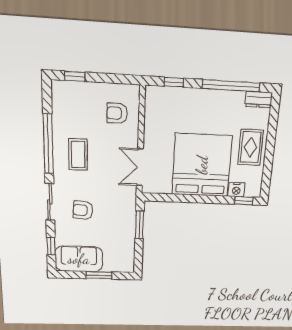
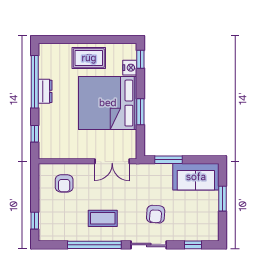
dresser: (259, 99) -> (45, 91), moved
window: (190, 199) -> (140, 112), added
sofa: (79, 259) -> (196, 177), moved, turned -90

